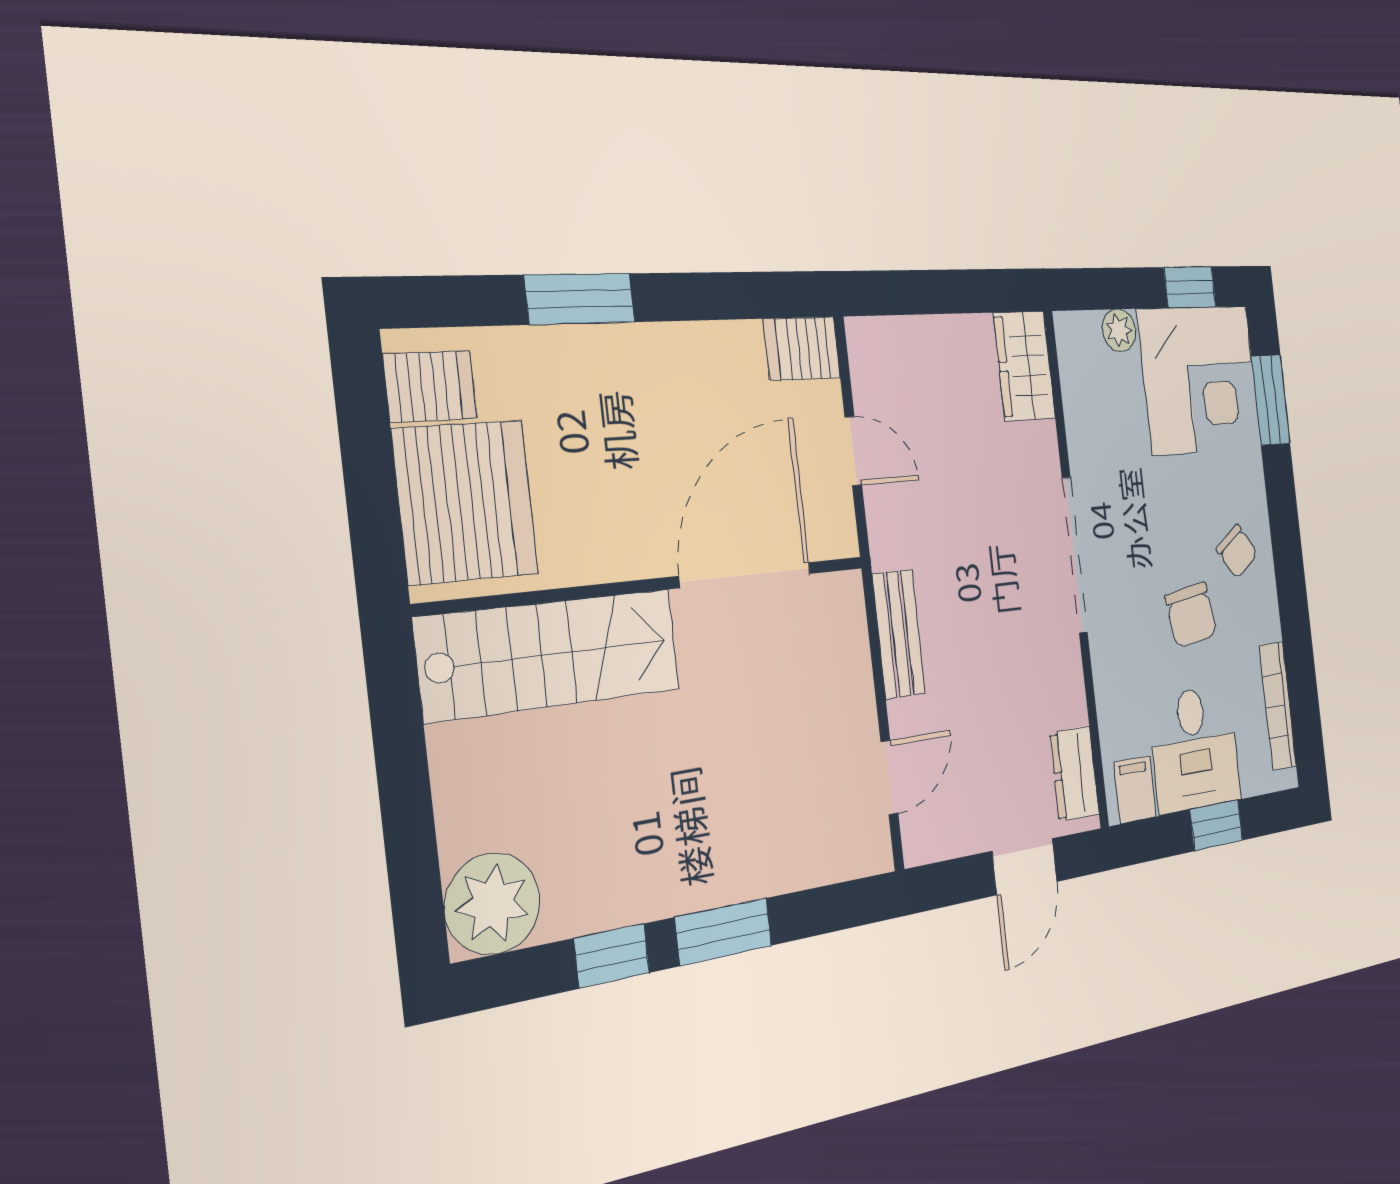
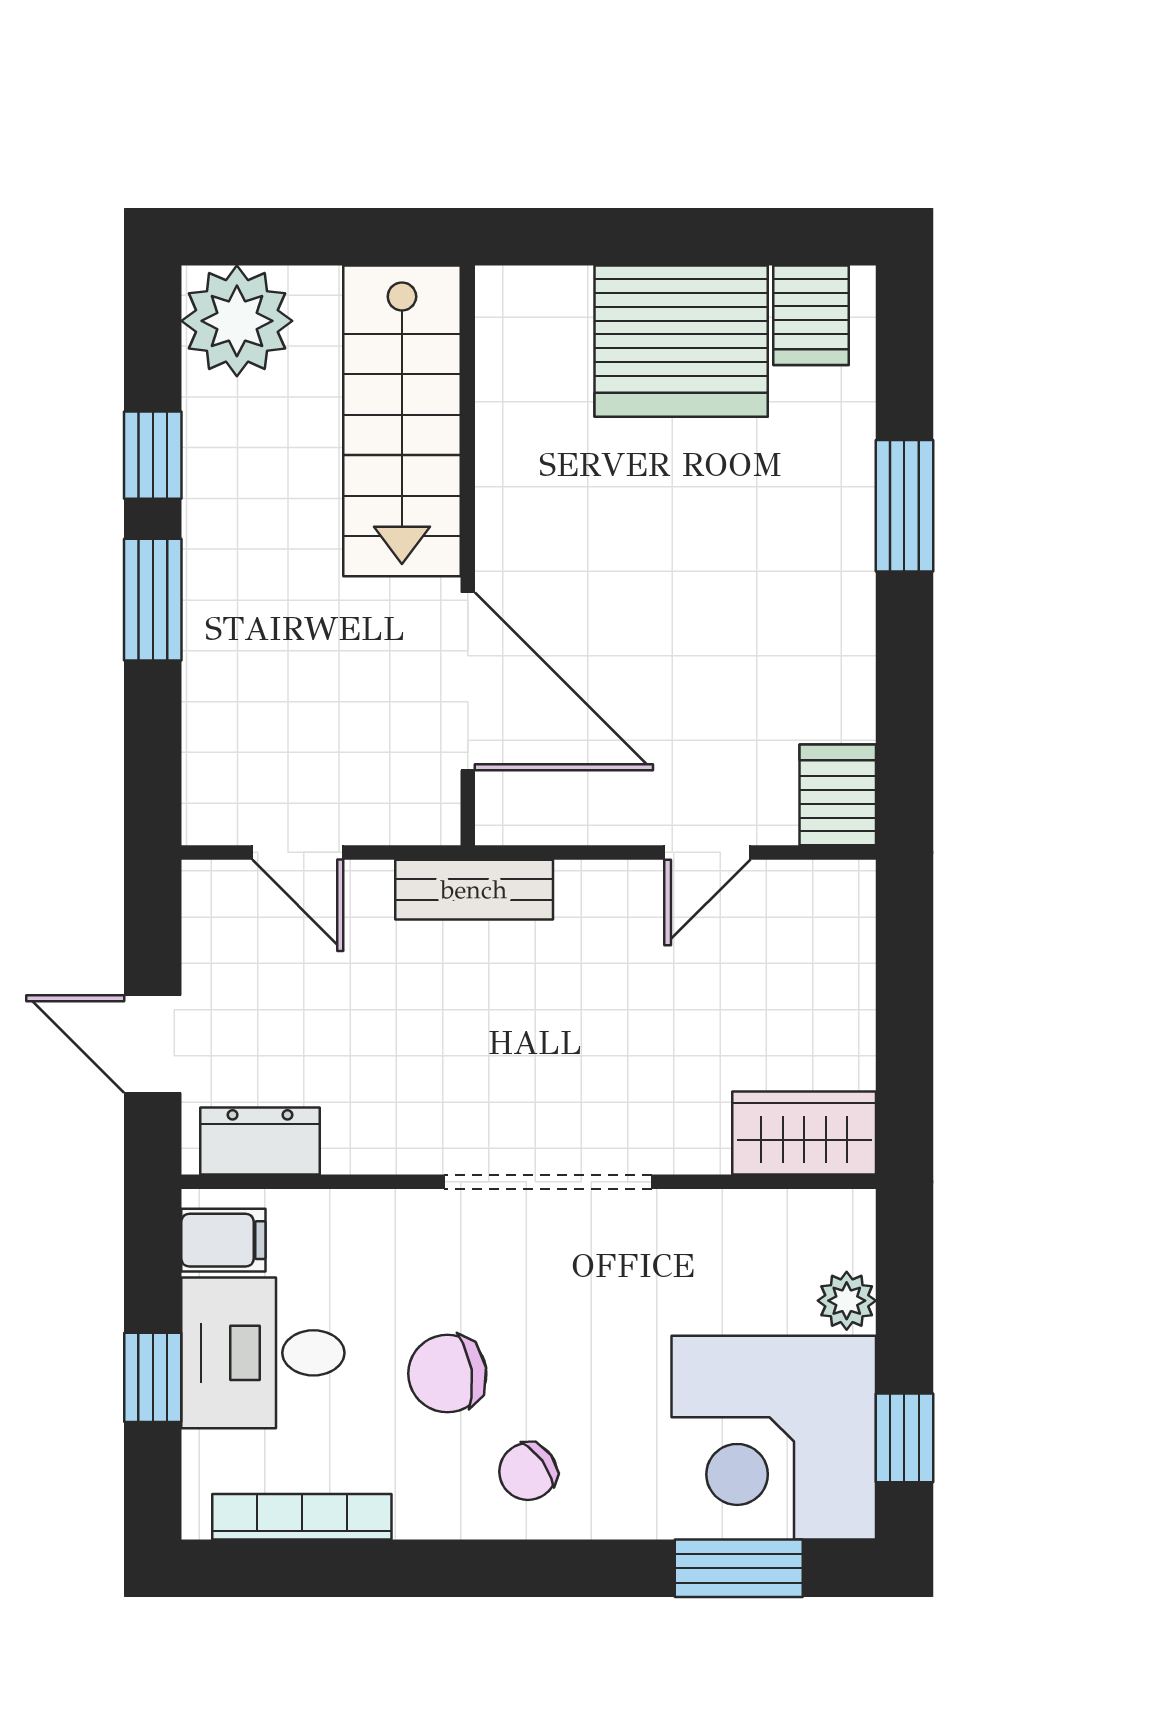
door: (746, 575) -> (468, 681), moved
wall: (651, 585) -> (468, 555), moved
stairs: (550, 654) -> (402, 421), moved

